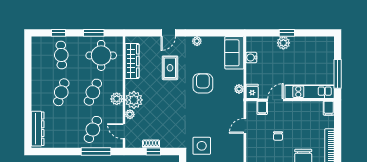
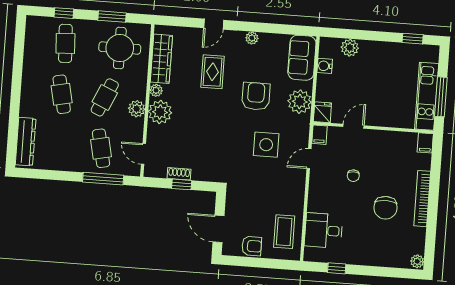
window: (287, 33) -> (413, 39), moved
plant: (283, 43) -> (350, 48), moved
plant: (239, 89) -> (300, 102), width x1.88, depth x1.88
cafe table: (61, 92) -> (62, 94), turned -30
kitchen unit: (310, 92) -> (427, 96), moved, turned -90
filing cabinet: (262, 108) -> (319, 135), moved
plant: (130, 114) -> (156, 90), moved
cafe table: (93, 129) -> (101, 148), turned -36
side table: (202, 146) -> (266, 145), moved

